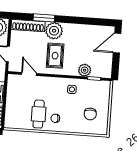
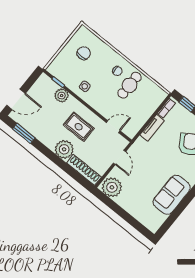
window: (44, 18) -> (24, 133), moved
rug: (55, 56) -> (79, 127), turned 90
door: (29, 74) -> (113, 127), swing flipped

